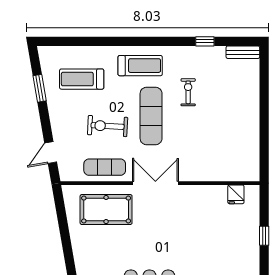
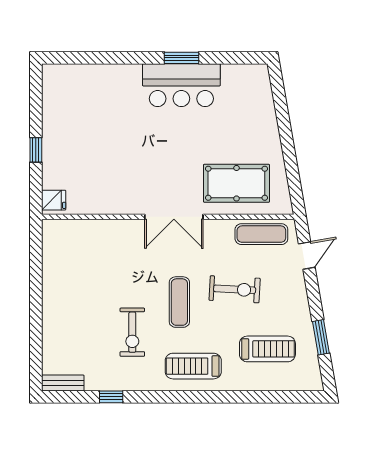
exercise bike: (188, 92) -> (132, 332), width x1.38, depth x1.39
exercise mat: (151, 116) -> (179, 302), width x0.73, depth x0.69
exercise mat: (105, 167) -> (261, 234), moved
fridge: (236, 194) -> (54, 200), moved, turned 90

